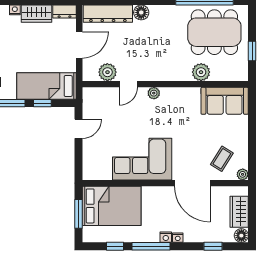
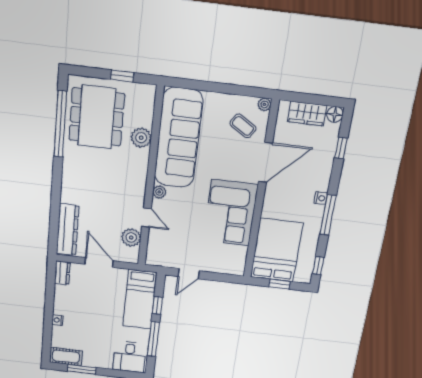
floor lamp: (141, 12) -> (69, 195), removed
wardrobe: (36, 14) -> (63, 300), removed
sofa: (225, 101) -> (178, 138), width x1.85, depth x1.27
door: (78, 129) -> (189, 274), swing flipped
window: (78, 214) -> (279, 284), width x0.67
nightstand: (178, 238) -> (324, 185), removed
window: (115, 246) -> (318, 266), moved

